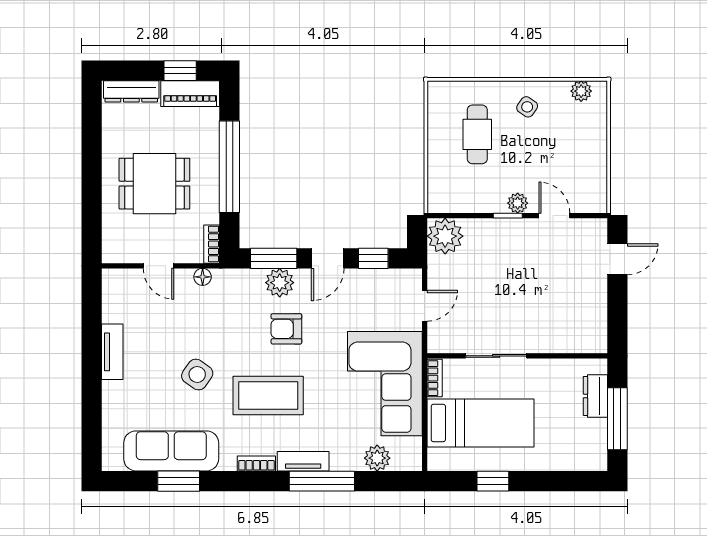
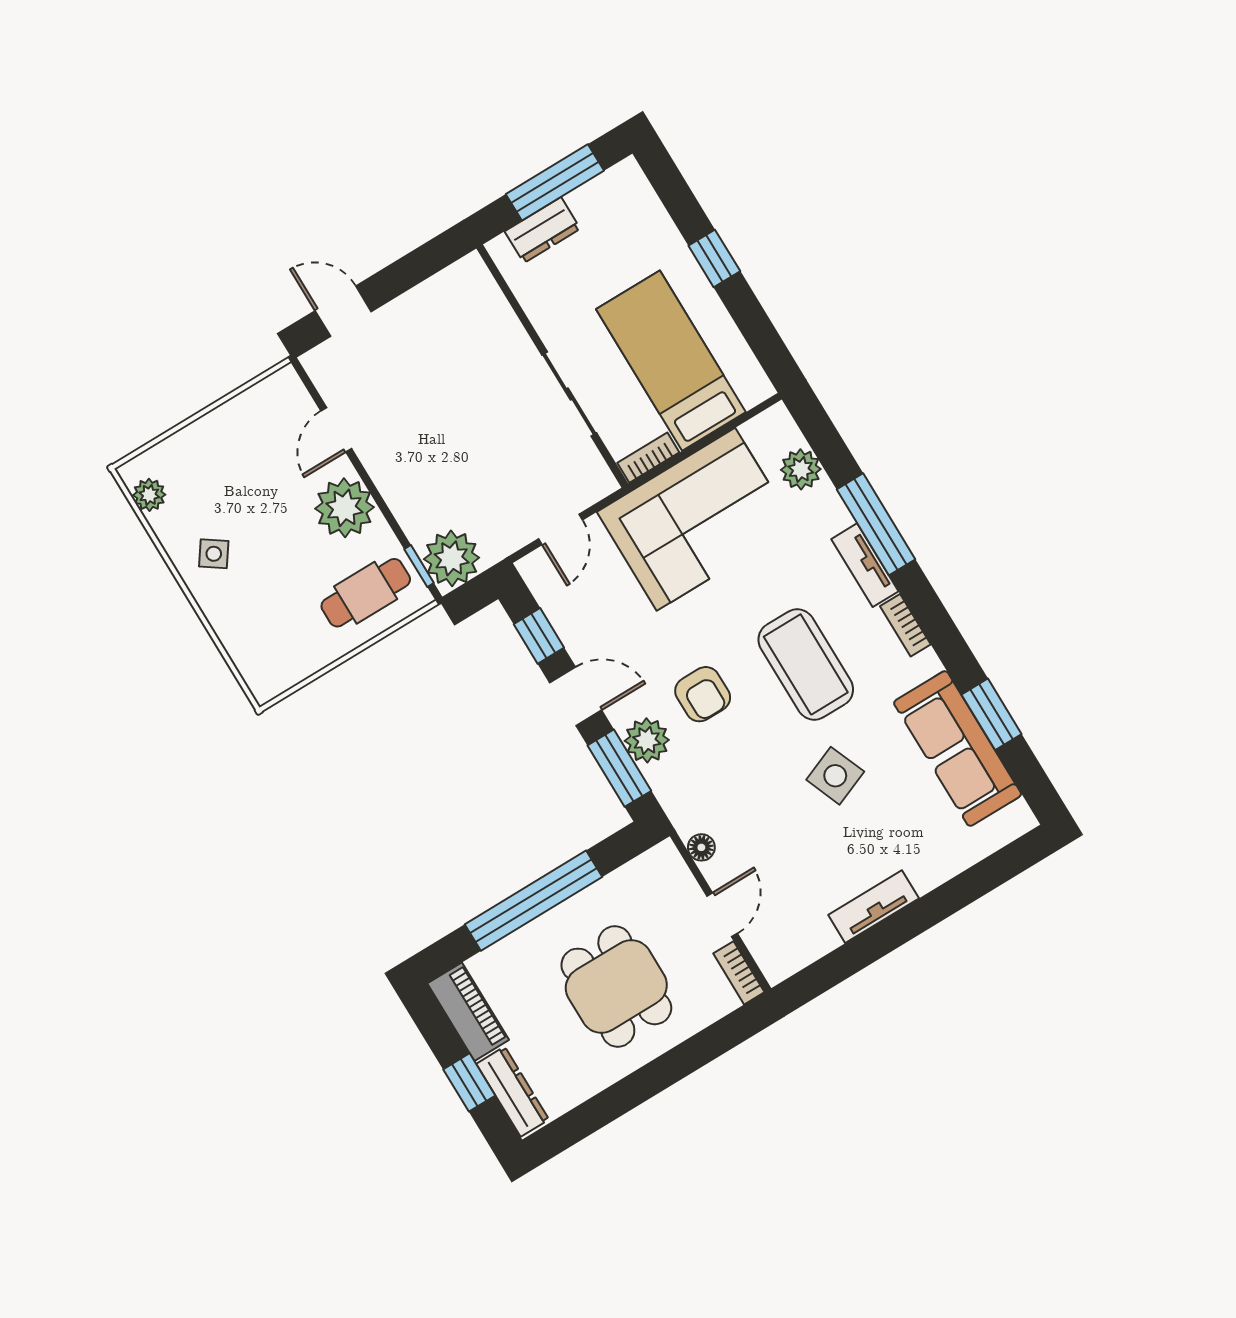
window: (180, 71) -> (469, 1082), moved
cafe table: (477, 134) -> (366, 593), moved
plant: (518, 203) -> (344, 508), width x1.87, depth x1.87
window: (508, 216) -> (419, 566), moved
bookcase: (212, 244) -> (739, 973), moved, turned 90
door: (425, 306) -> (561, 529), swing flipped
side table: (197, 375) -> (835, 776), turned 33
window: (493, 481) -> (714, 258), moved

